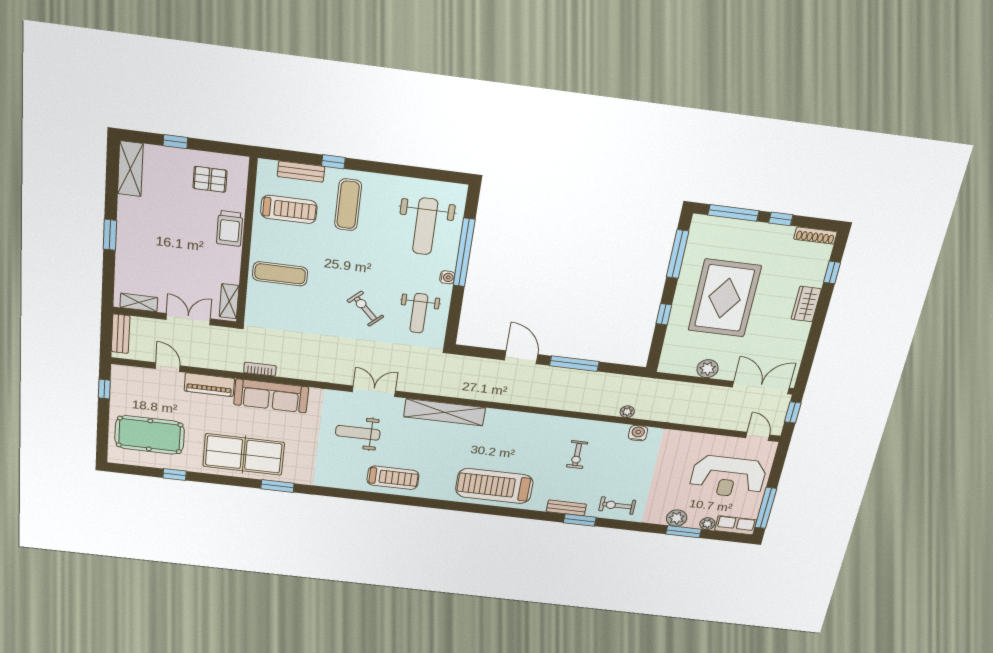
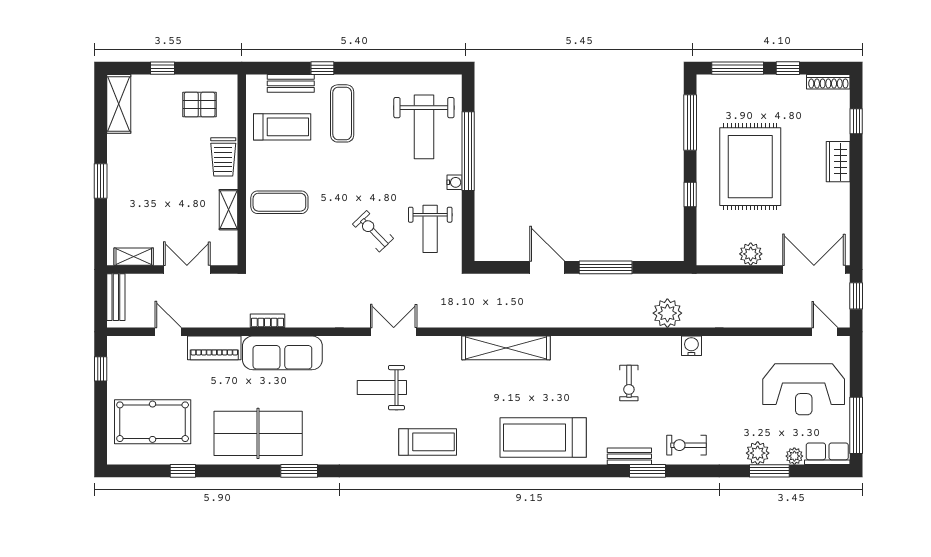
shelving: (229, 301) -> (229, 210), moved
shelving: (445, 412) -> (506, 348), moved
plant: (627, 412) -> (667, 313), width x1.88, depth x1.88

